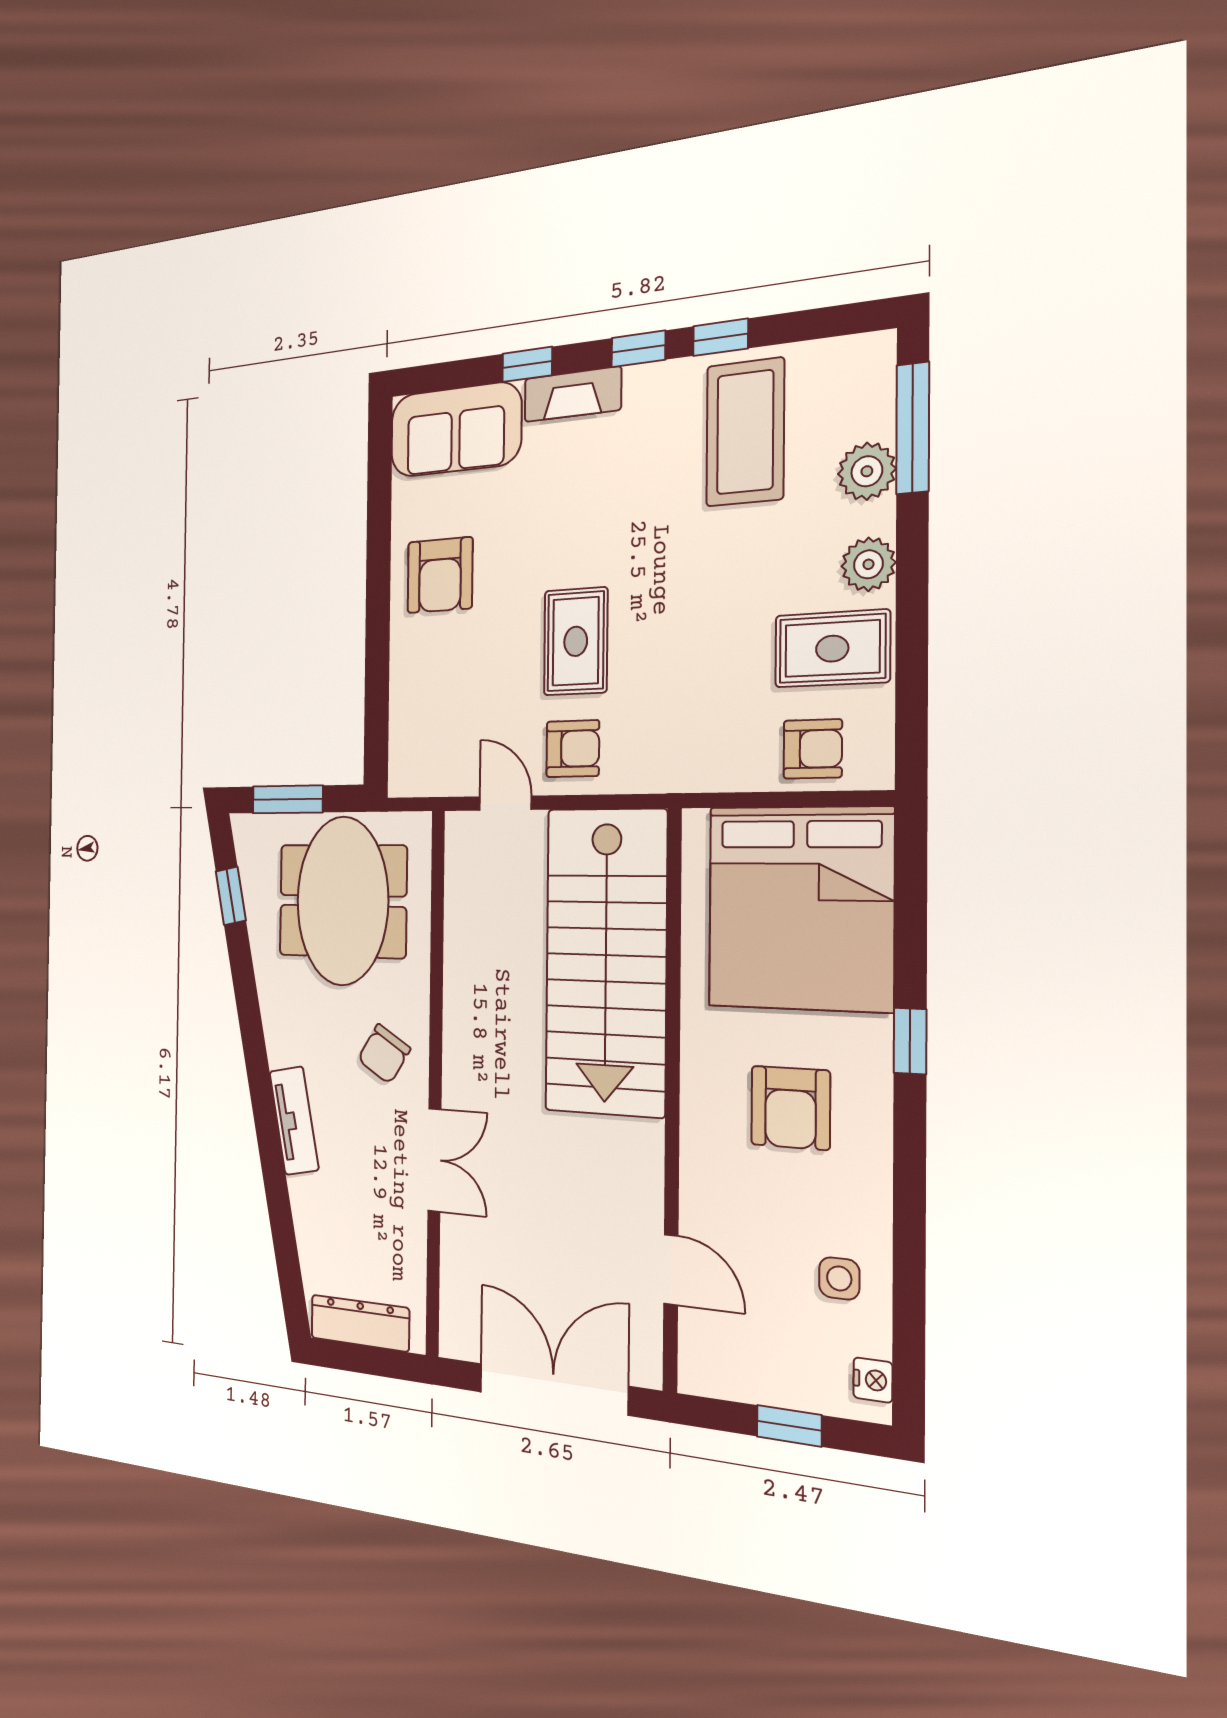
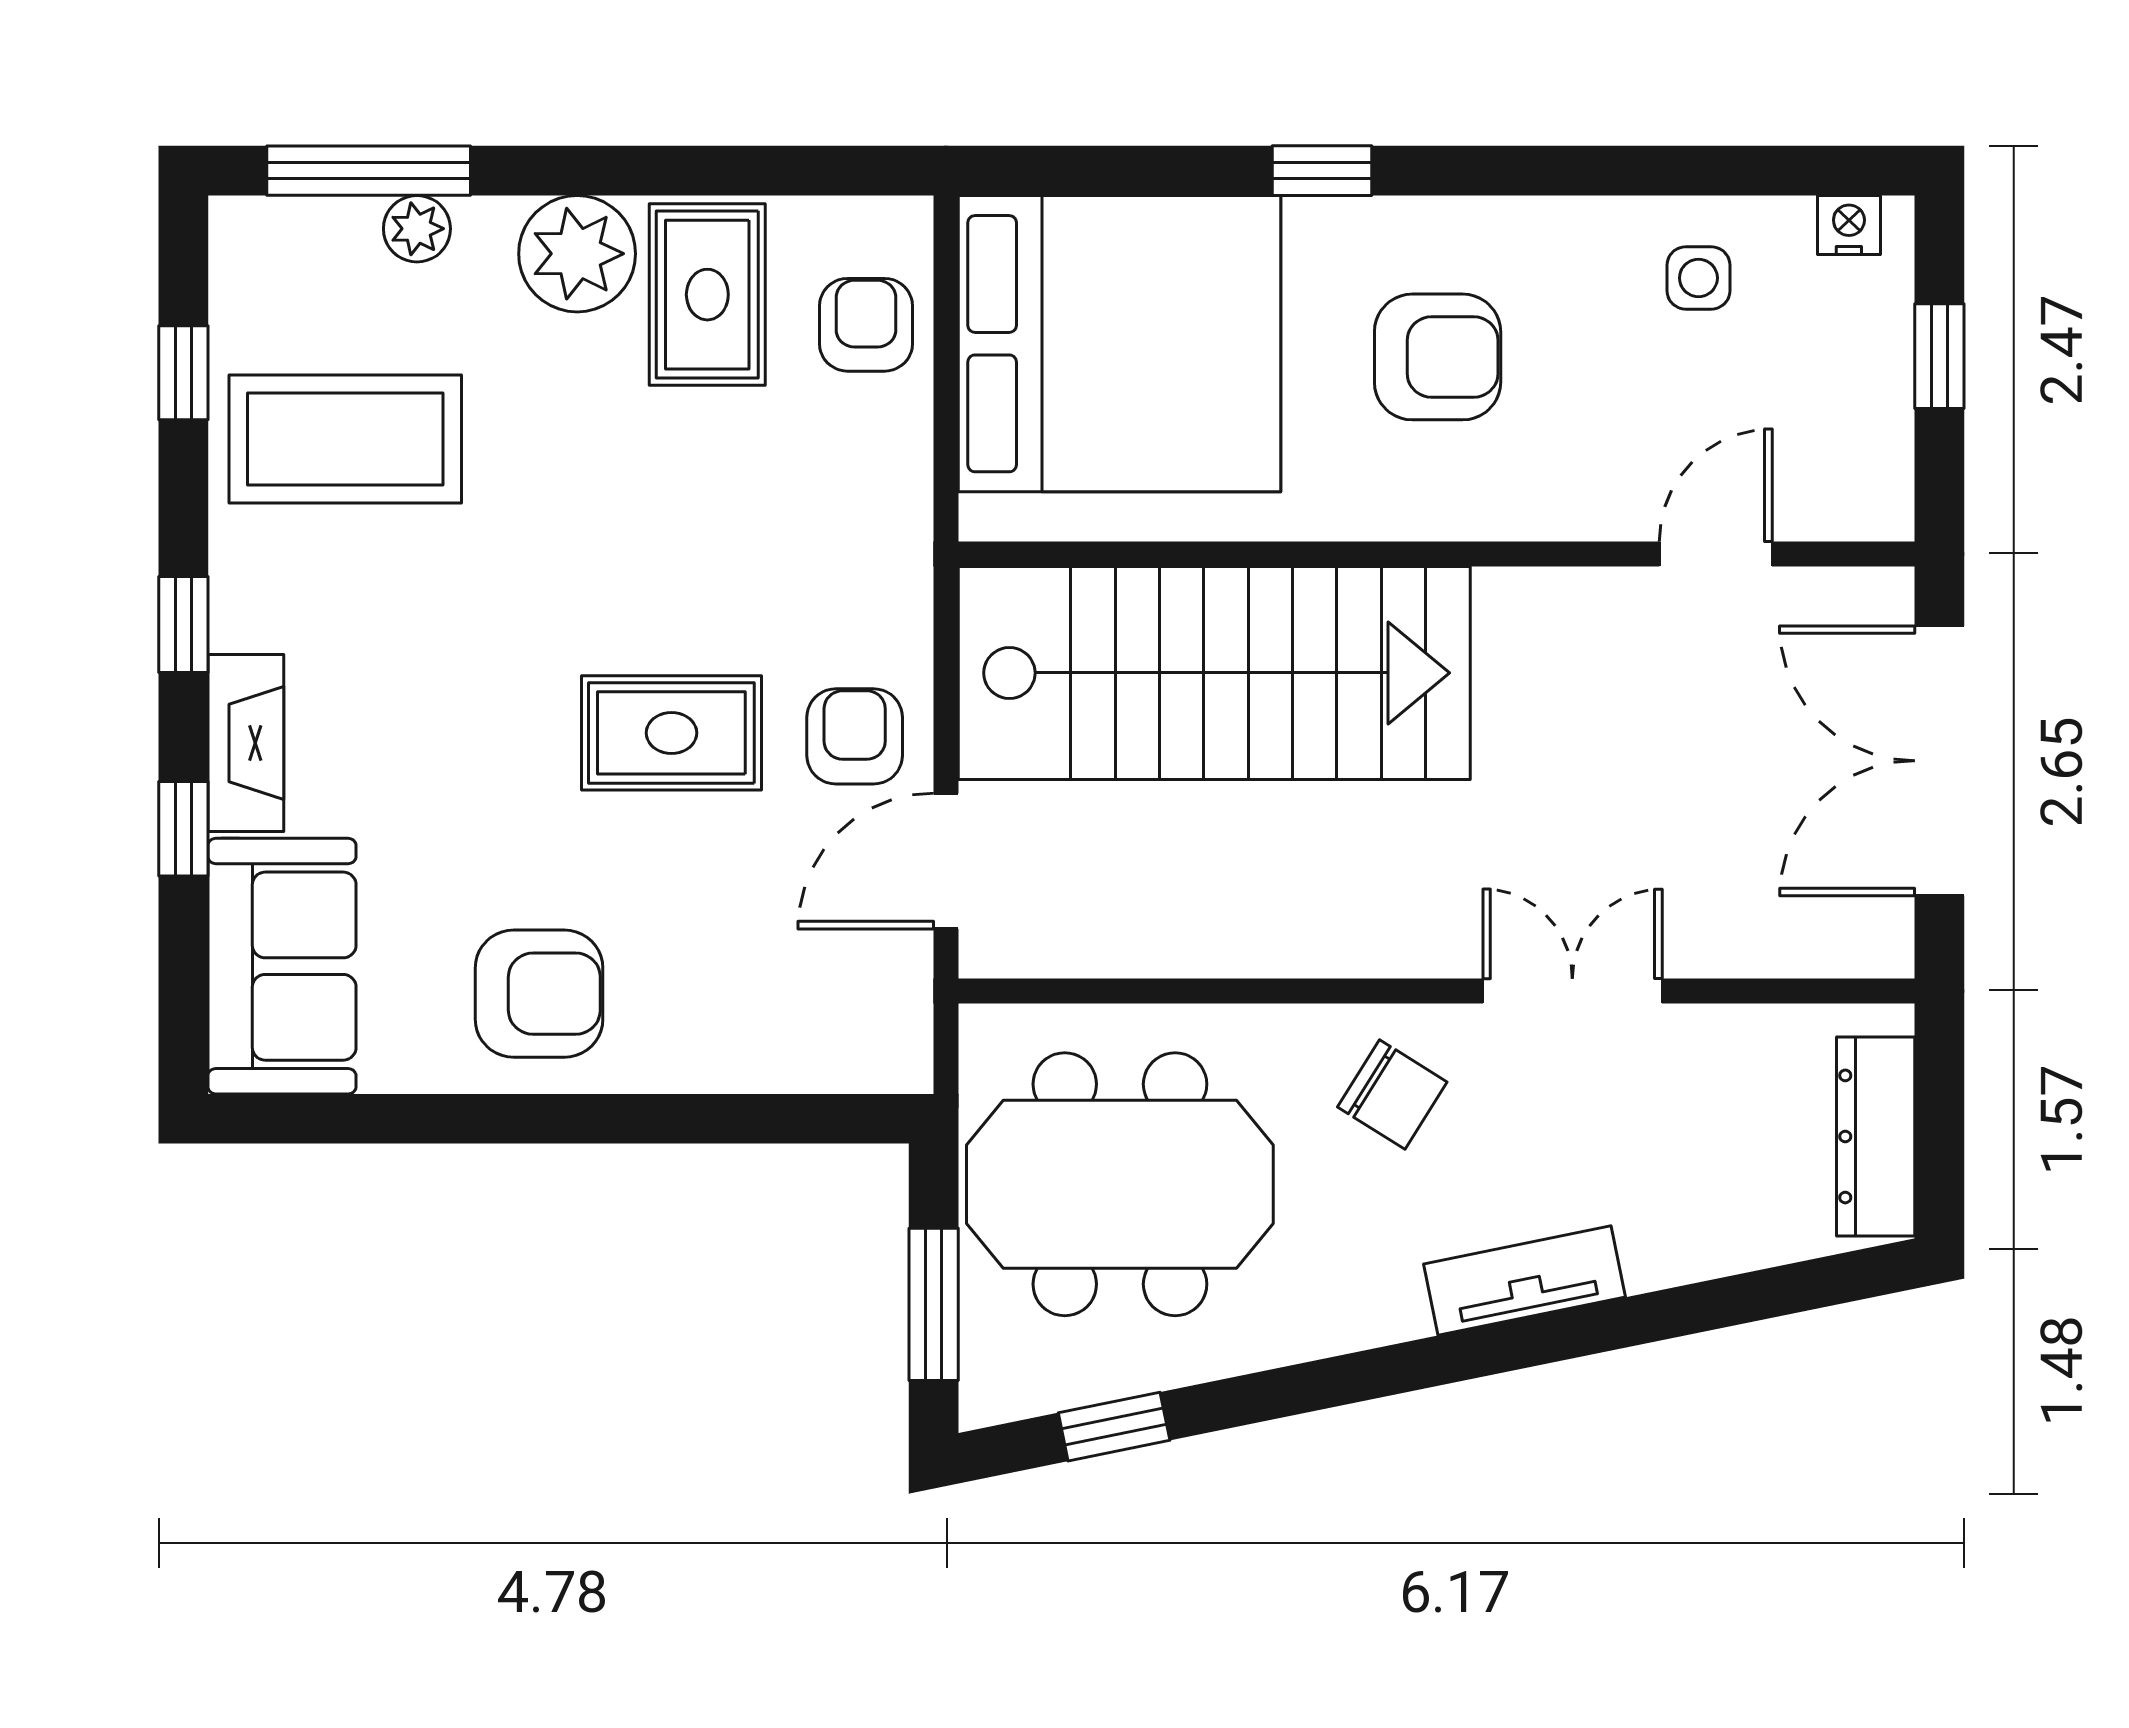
window: (721, 337) -> (183, 373), moved
plant: (867, 471) -> (417, 229), width x0.73, depth x0.73
plant: (868, 564) -> (577, 254), width x1.36, depth x1.36
door: (505, 803) -> (946, 861), width x1.38

